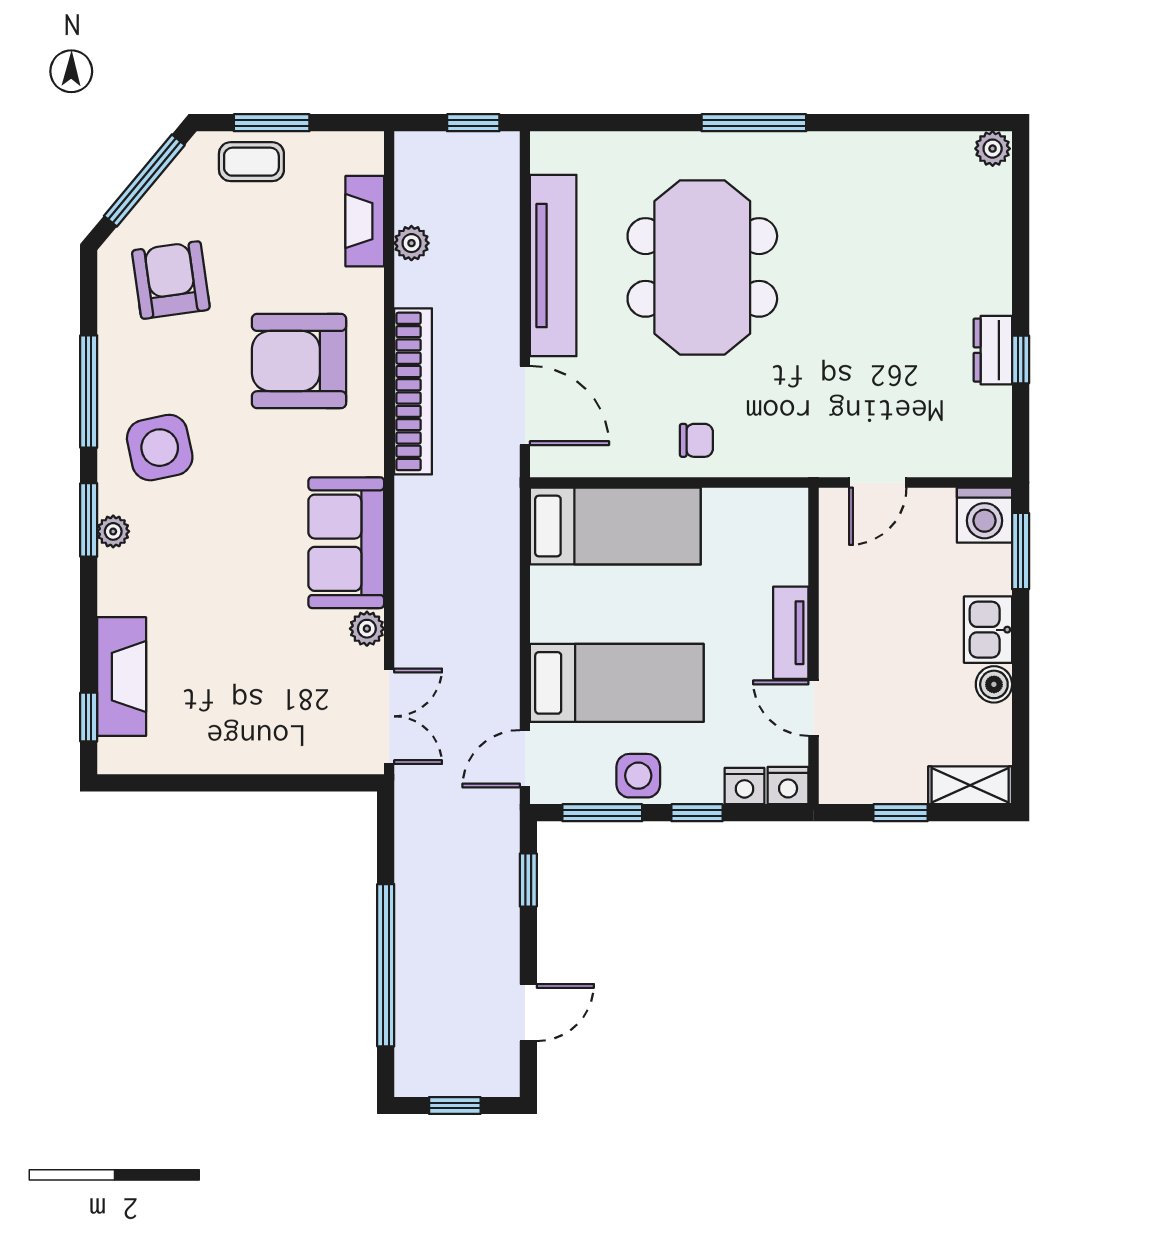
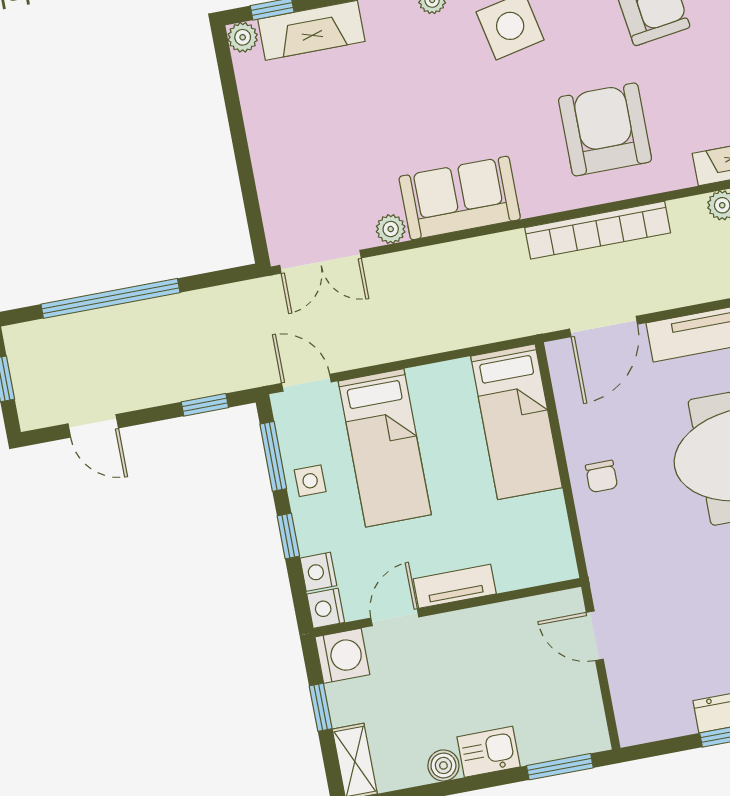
washing machine: (985, 515) -> (342, 656), moved, turned 180
plant: (115, 757) -> (243, 37), added
side table: (638, 776) -> (310, 481), width x0.73, depth x0.73

